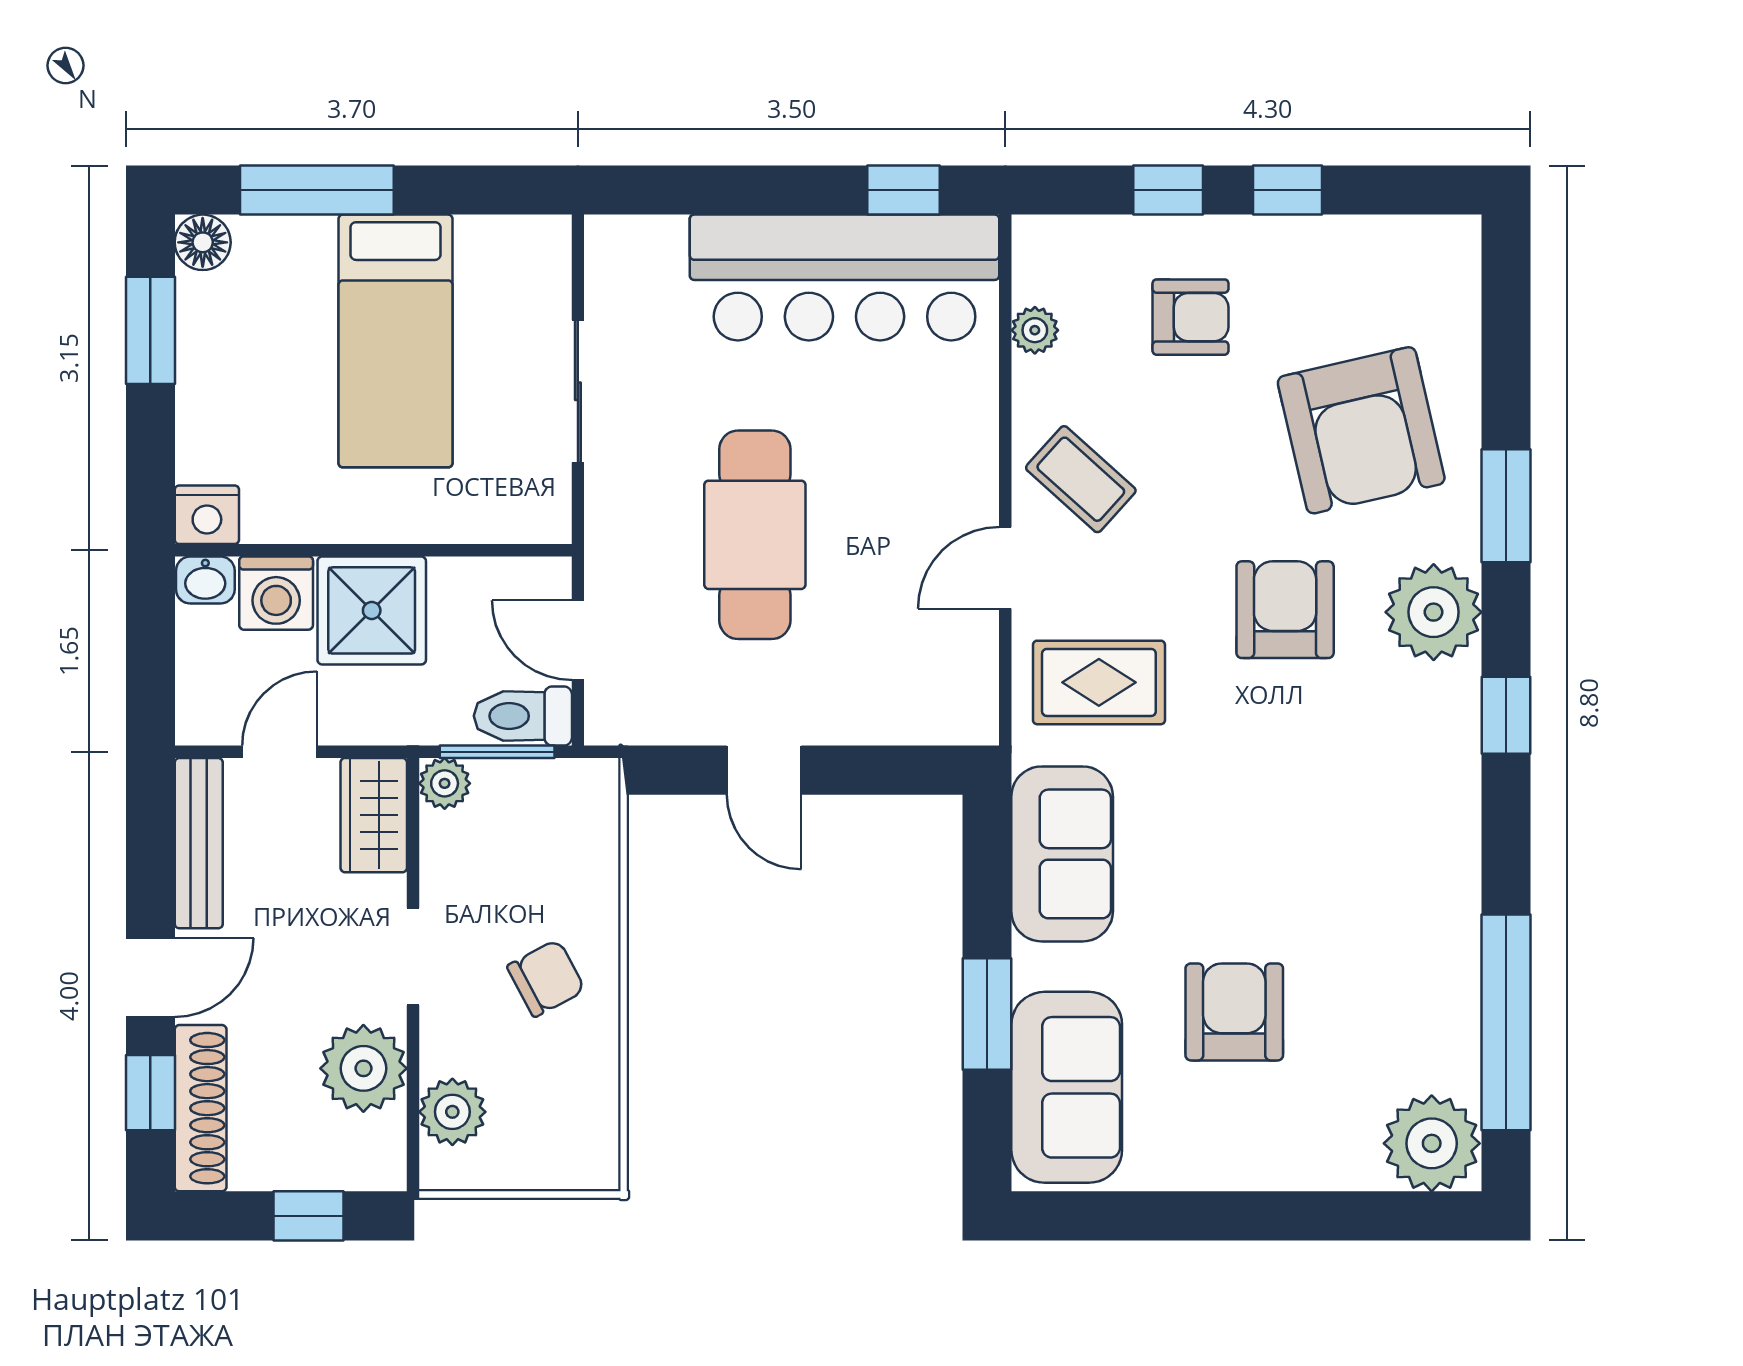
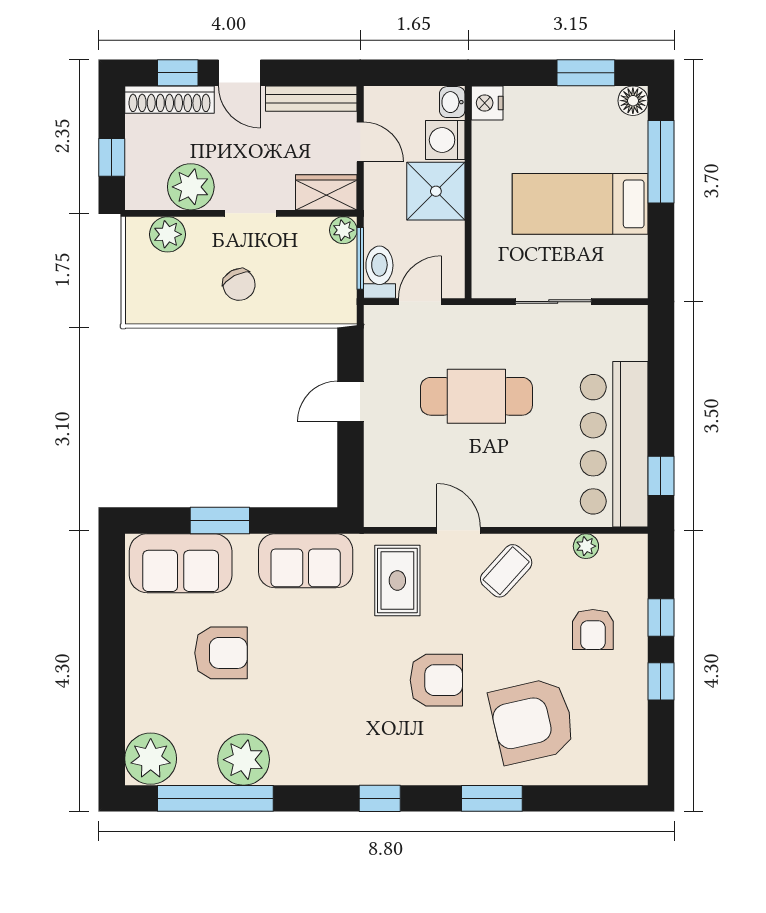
plant: (1434, 612) -> (244, 760), moved

